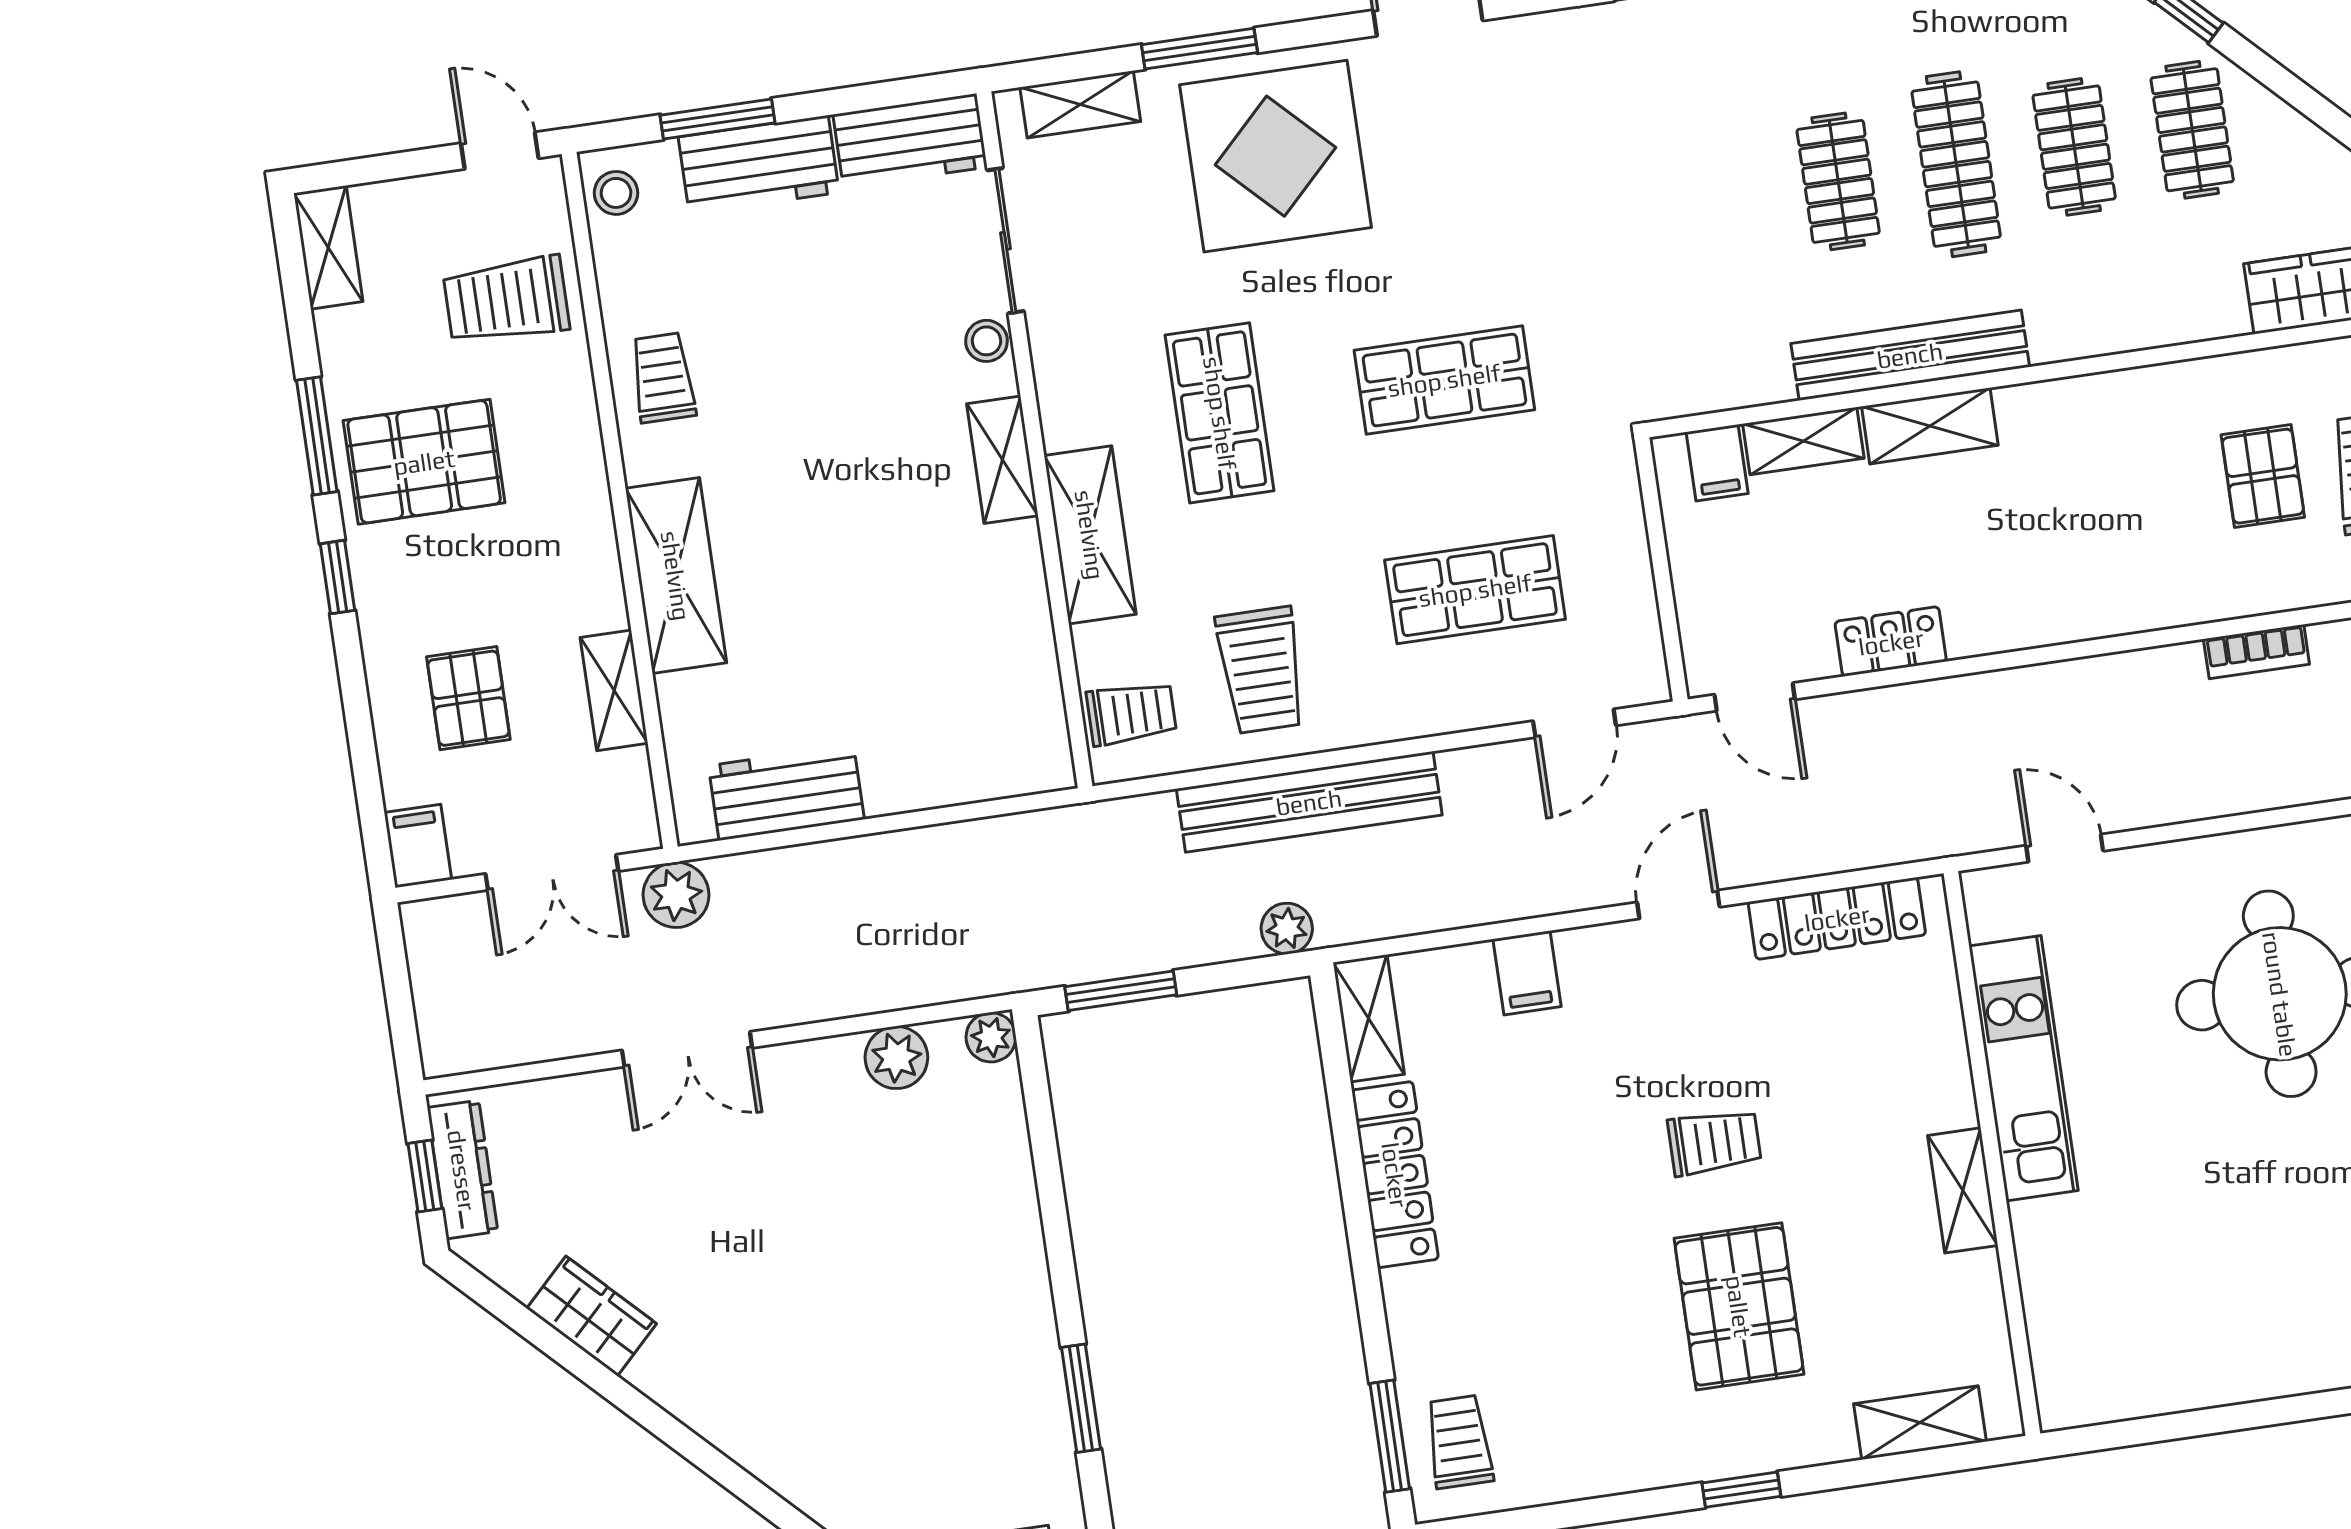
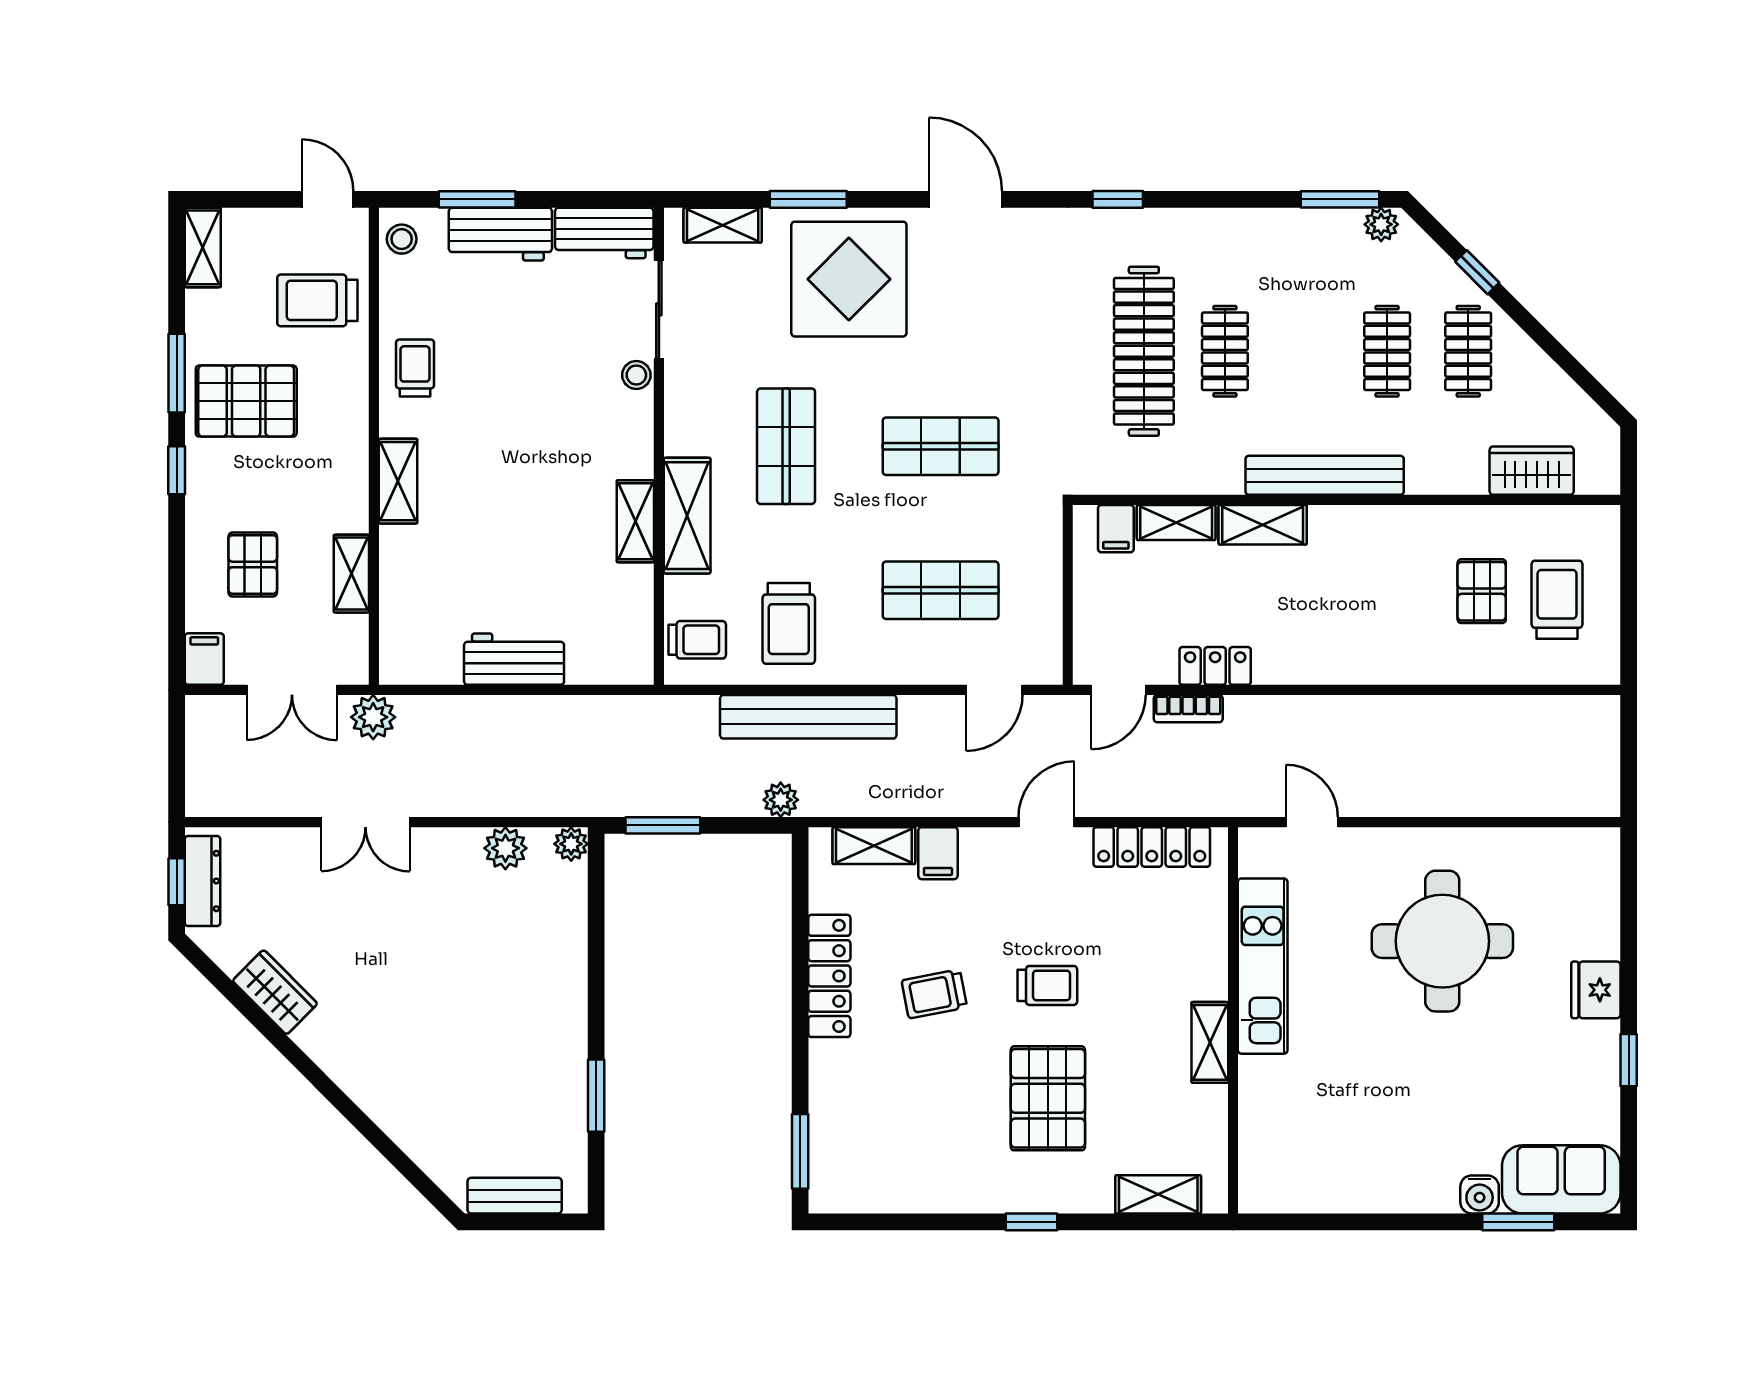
clothes rail: (1956, 164) -> (1144, 351), moved, width x1.37, depth x1.31
bench: (1910, 355) -> (1325, 475), moved
shelving: (1002, 460) -> (635, 521), moved
shelving: (676, 576) -> (398, 481), width x0.67, depth x0.75
bookcase: (2256, 652) -> (1188, 709), moved
door: (1755, 697) -> (1118, 690), hinge flipped
workbench: (786, 793) -> (514, 659), moved
shelving: (1369, 1018) -> (874, 846), moved, turned 90
trolley: (1459, 1442) -> (934, 994), moved, turned -101

